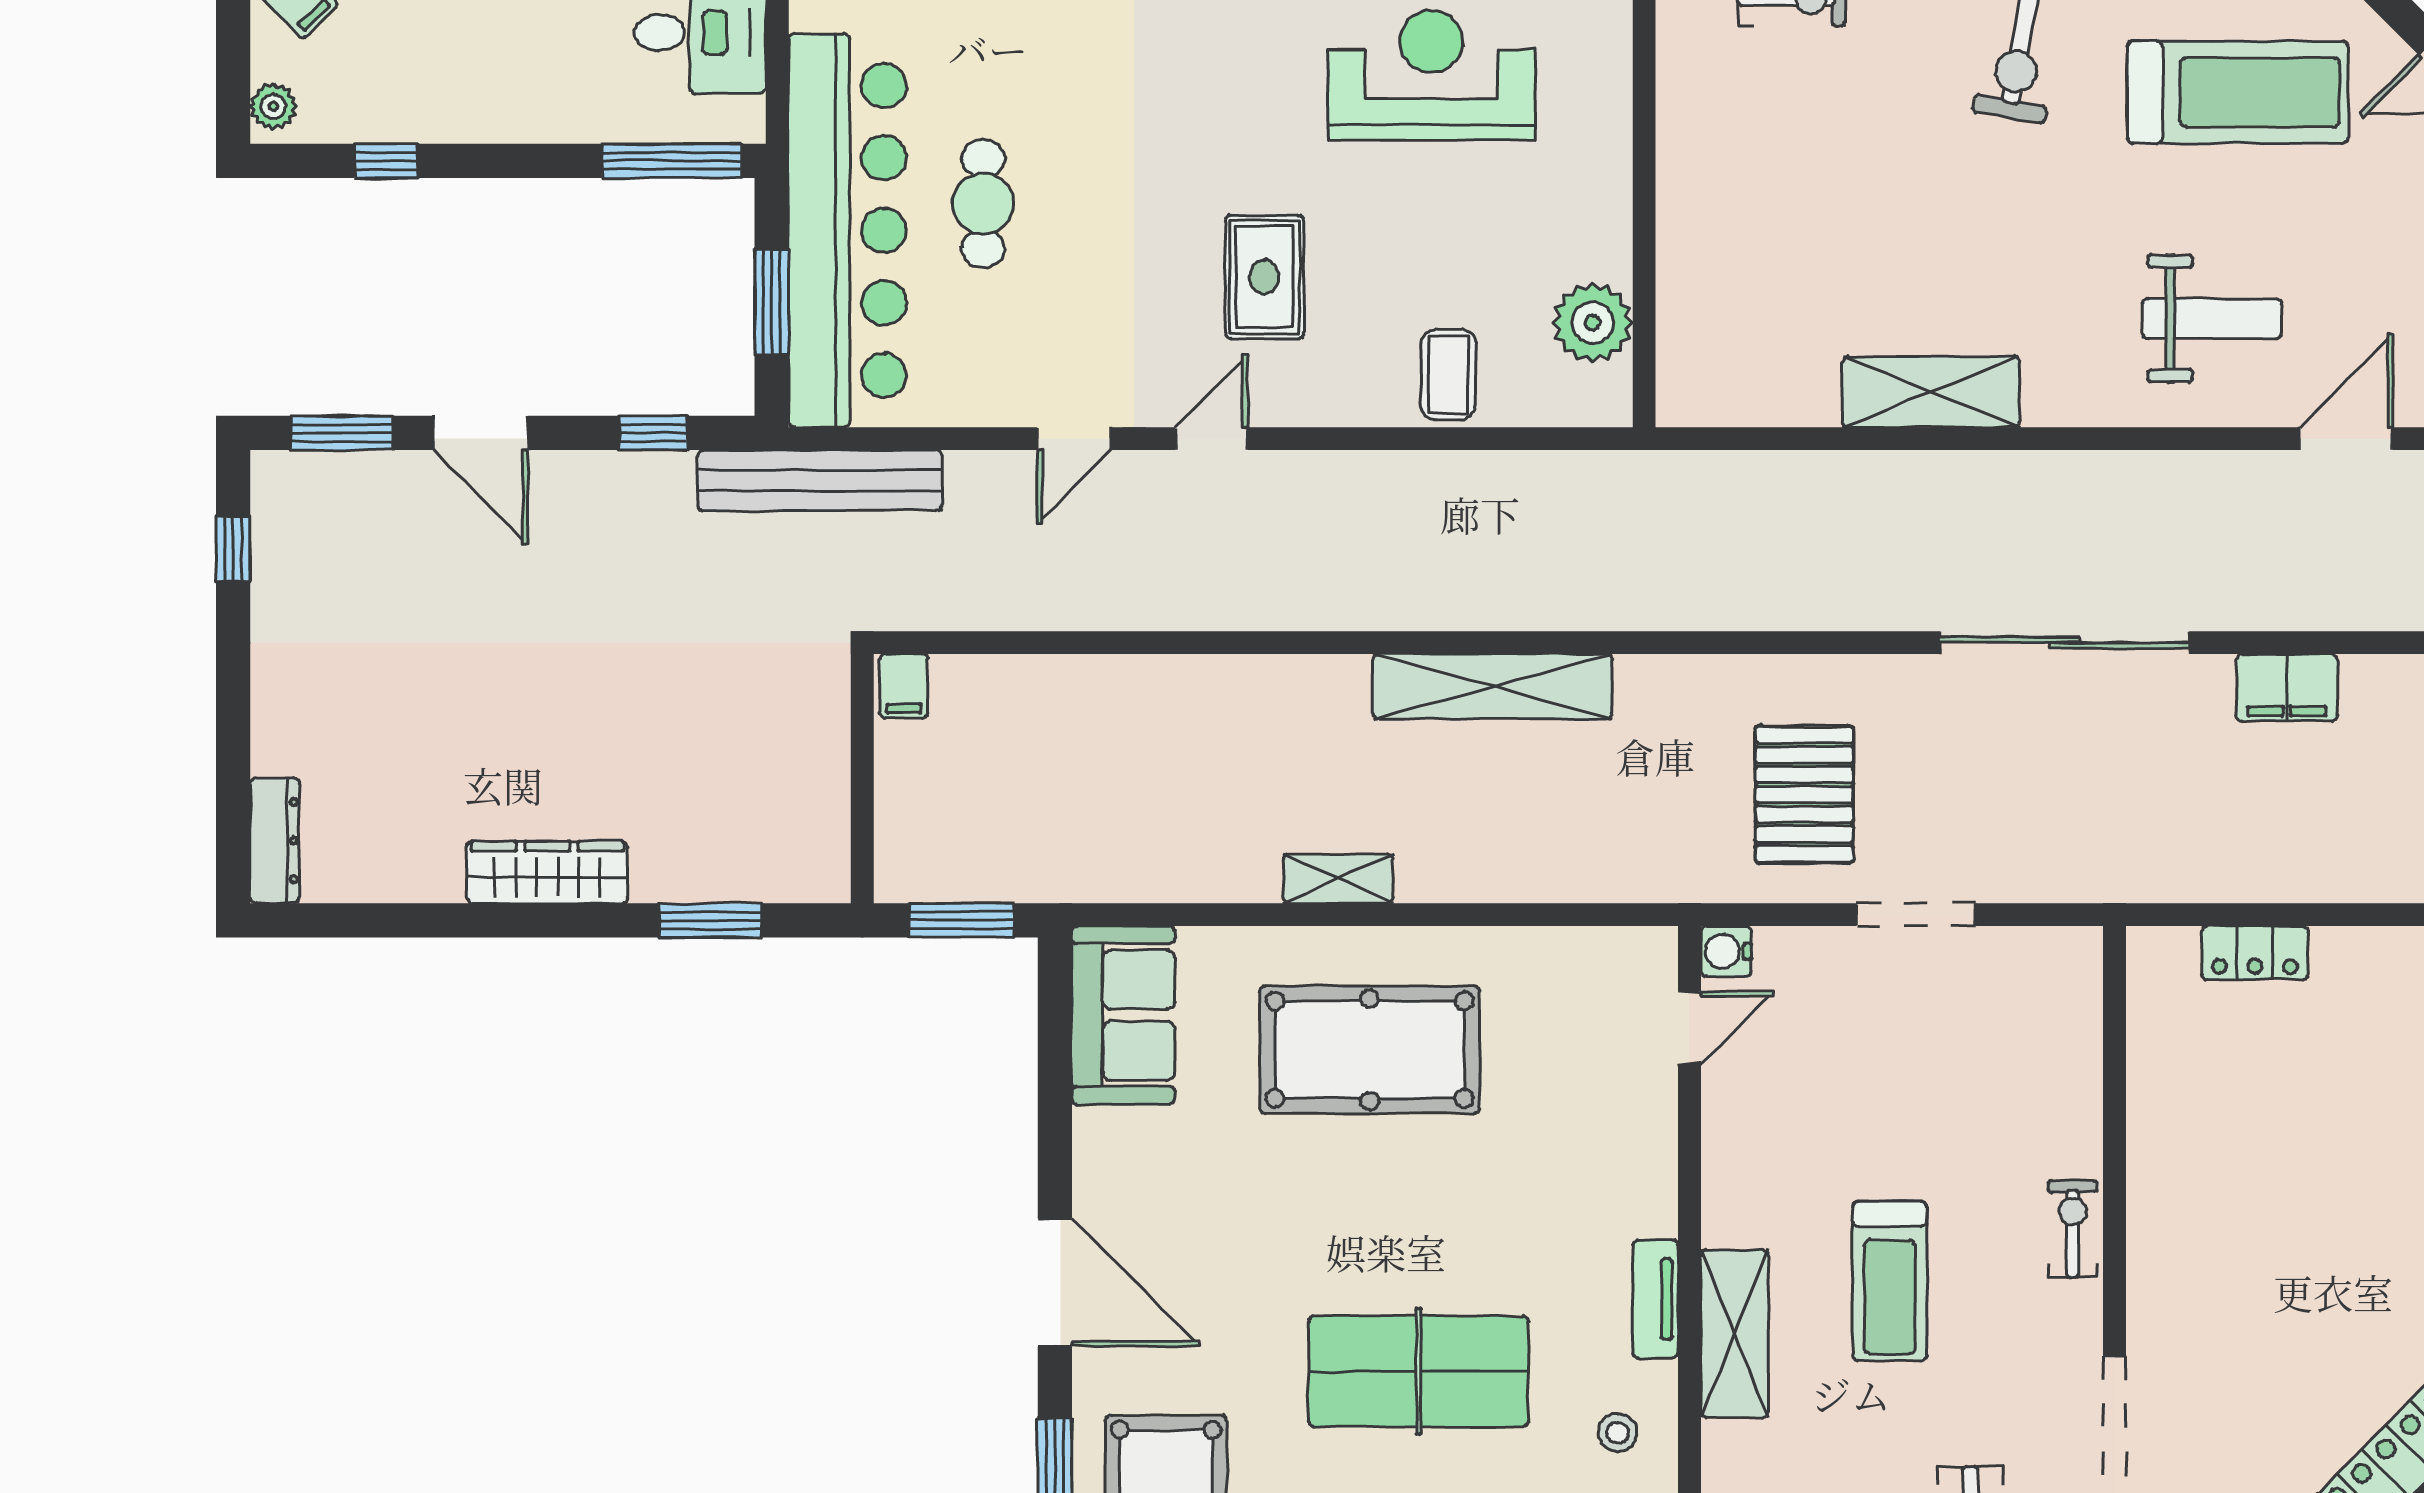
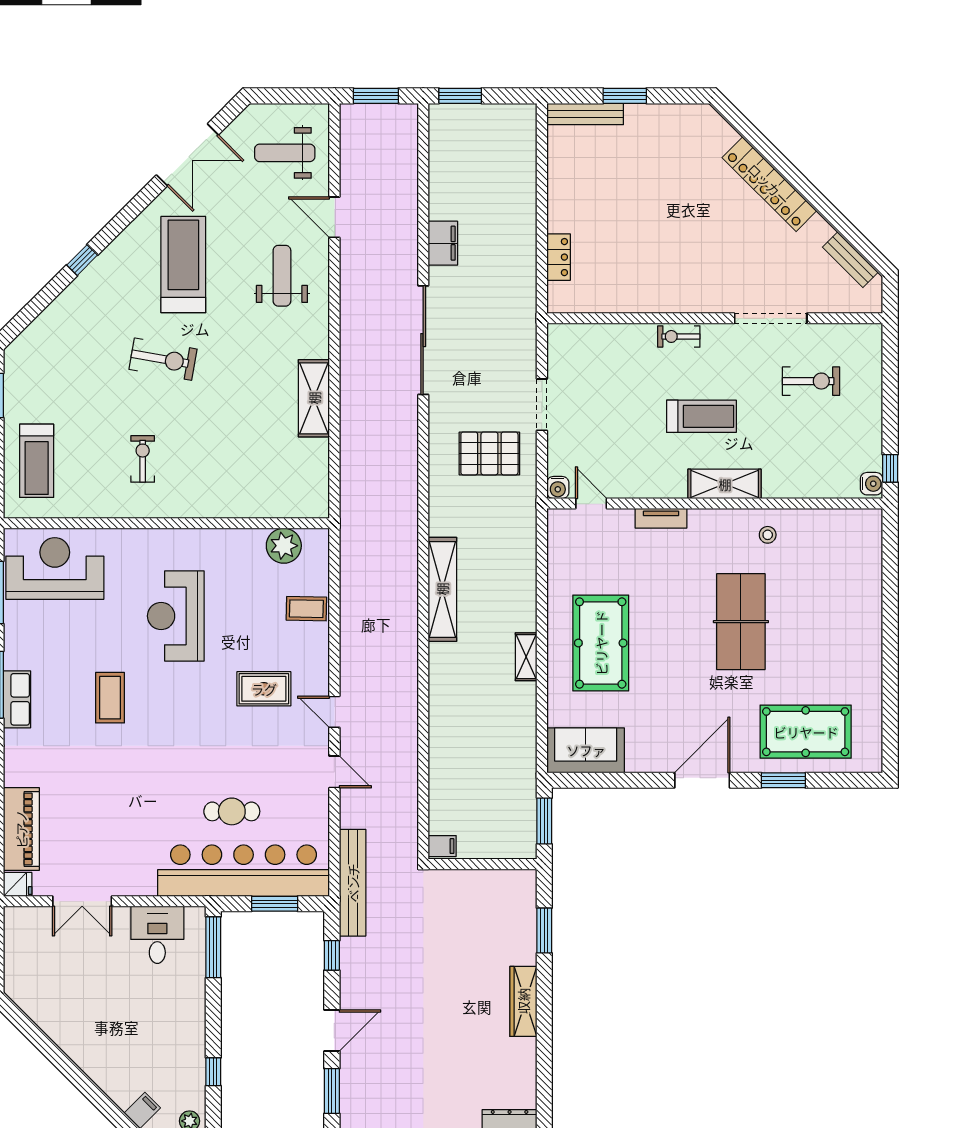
tv unit: (1656, 1299) -> (661, 518), moved

